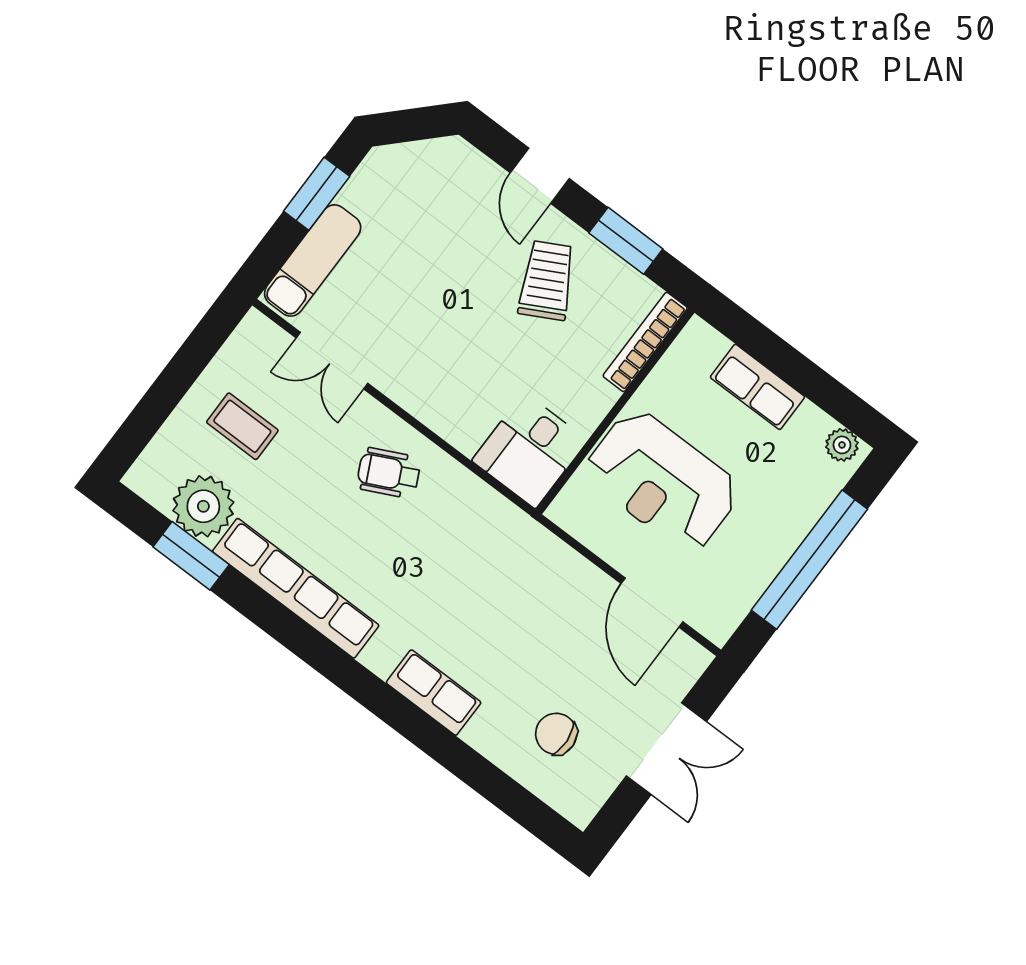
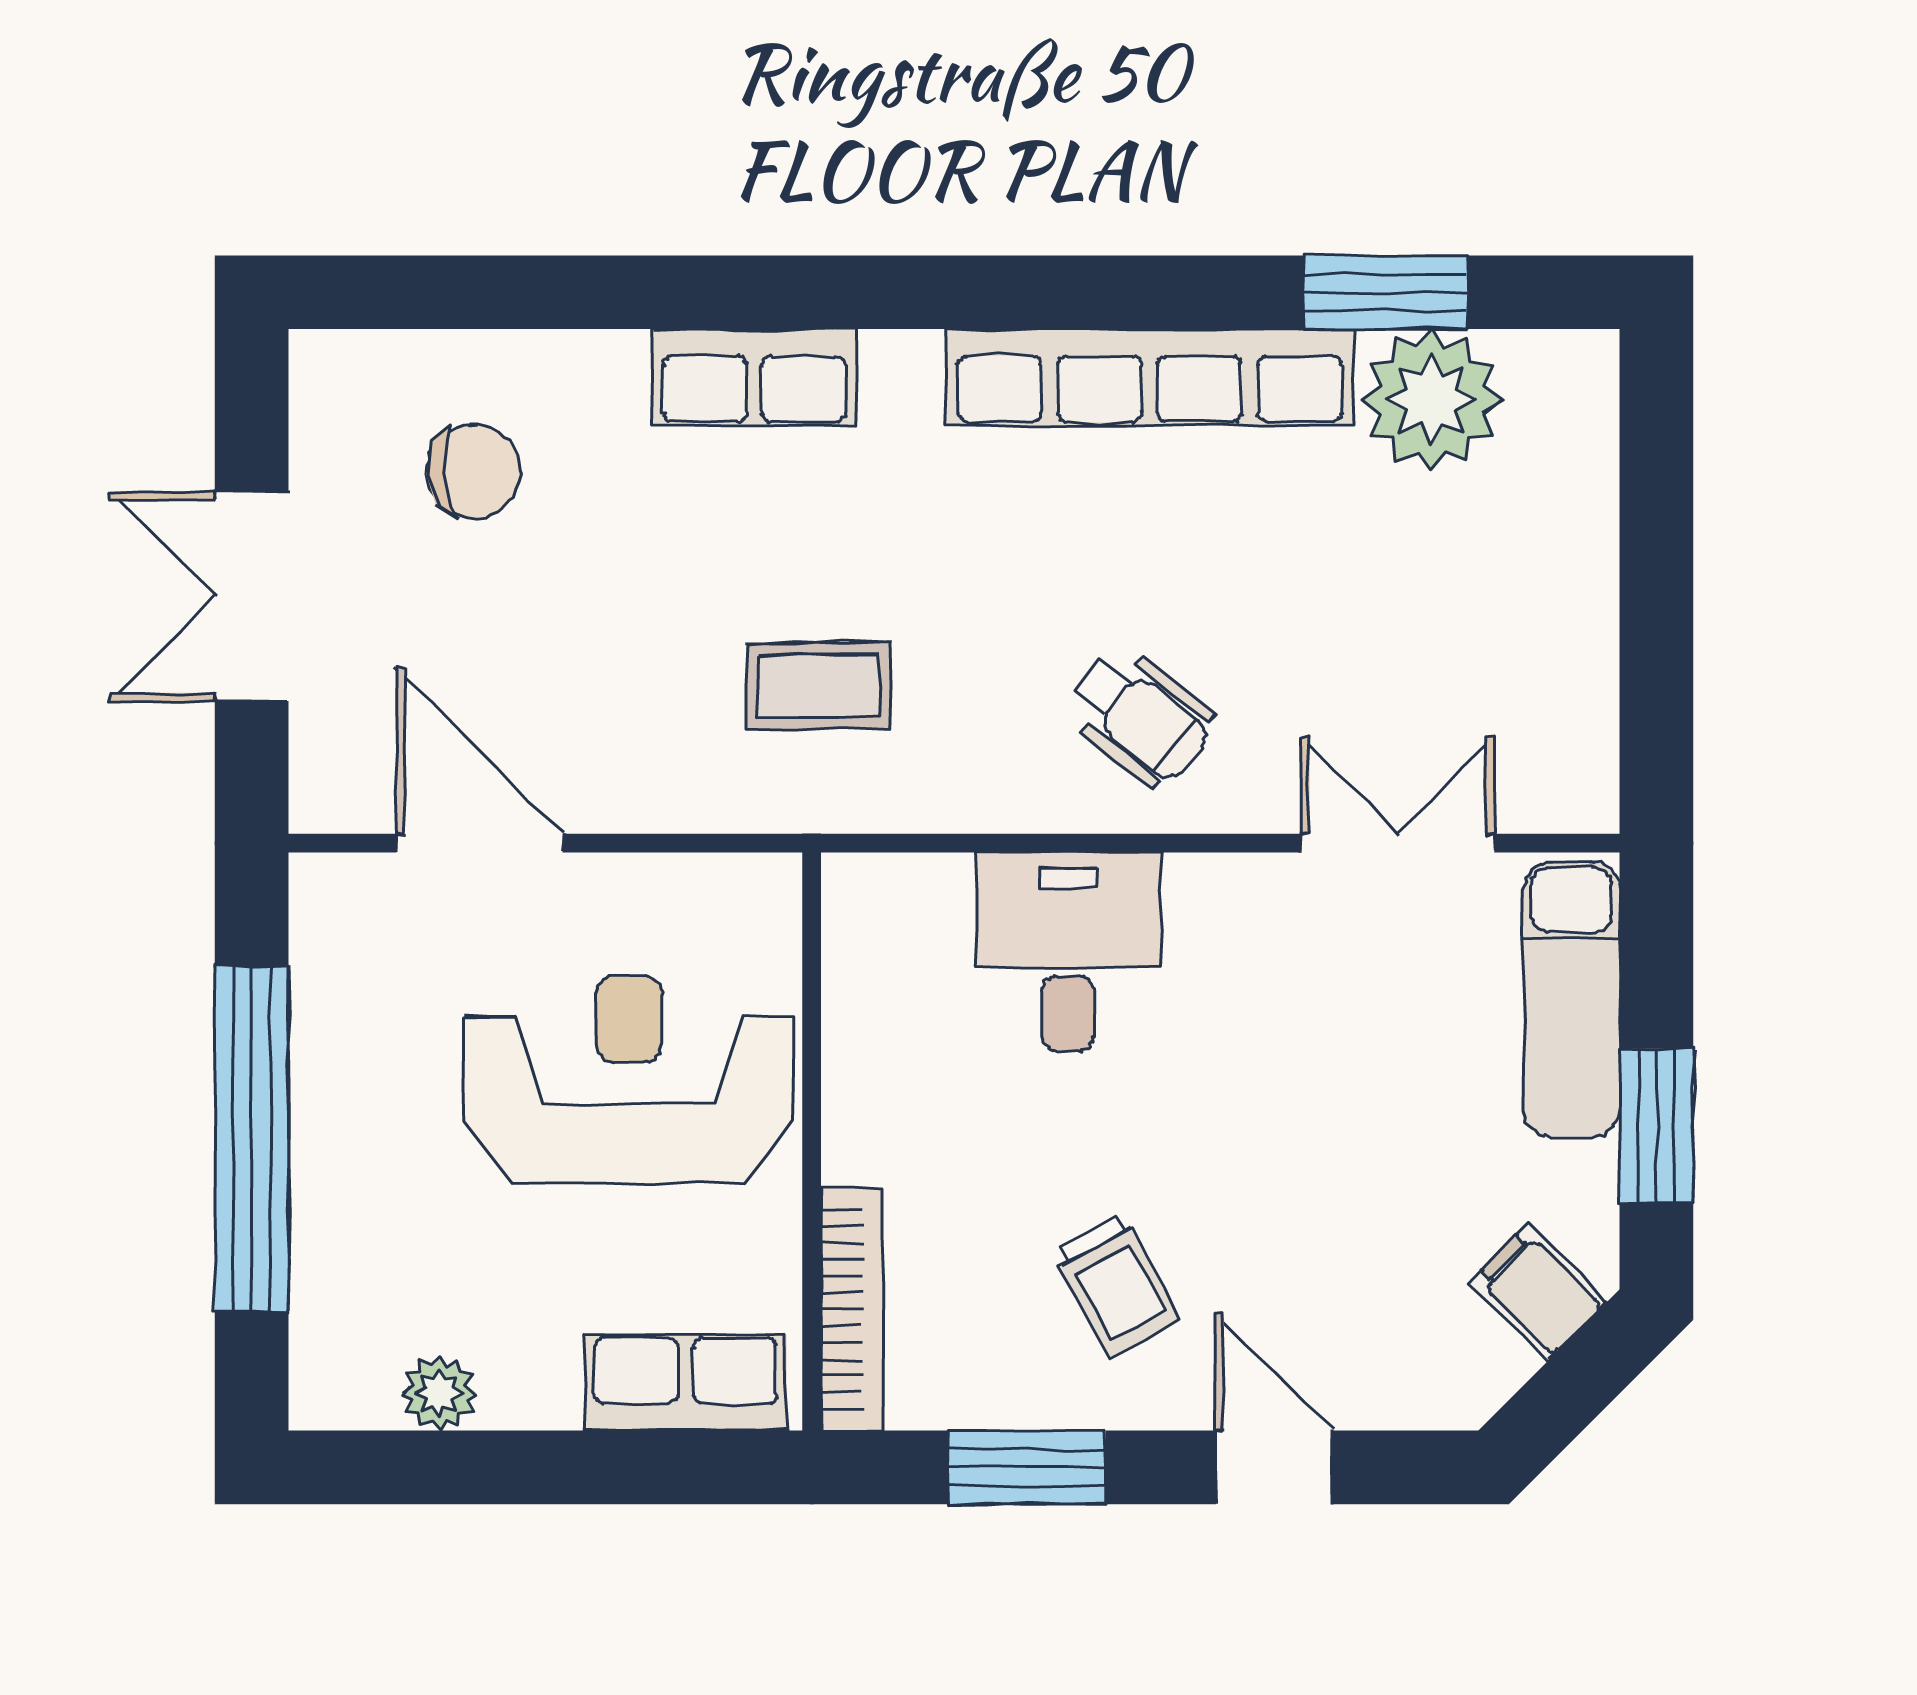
filing cabinet: (401, 167) -> (1538, 1292), added
trolley: (547, 280) -> (1116, 1286), width x0.73, depth x0.72
row of seats: (757, 387) -> (686, 1382), moved
coffee table: (242, 426) -> (818, 686), moved
plant: (842, 445) -> (439, 1393), moved
desk: (530, 450) -> (1068, 952), moved
wheelchair: (389, 473) -> (1139, 716), turned 65

